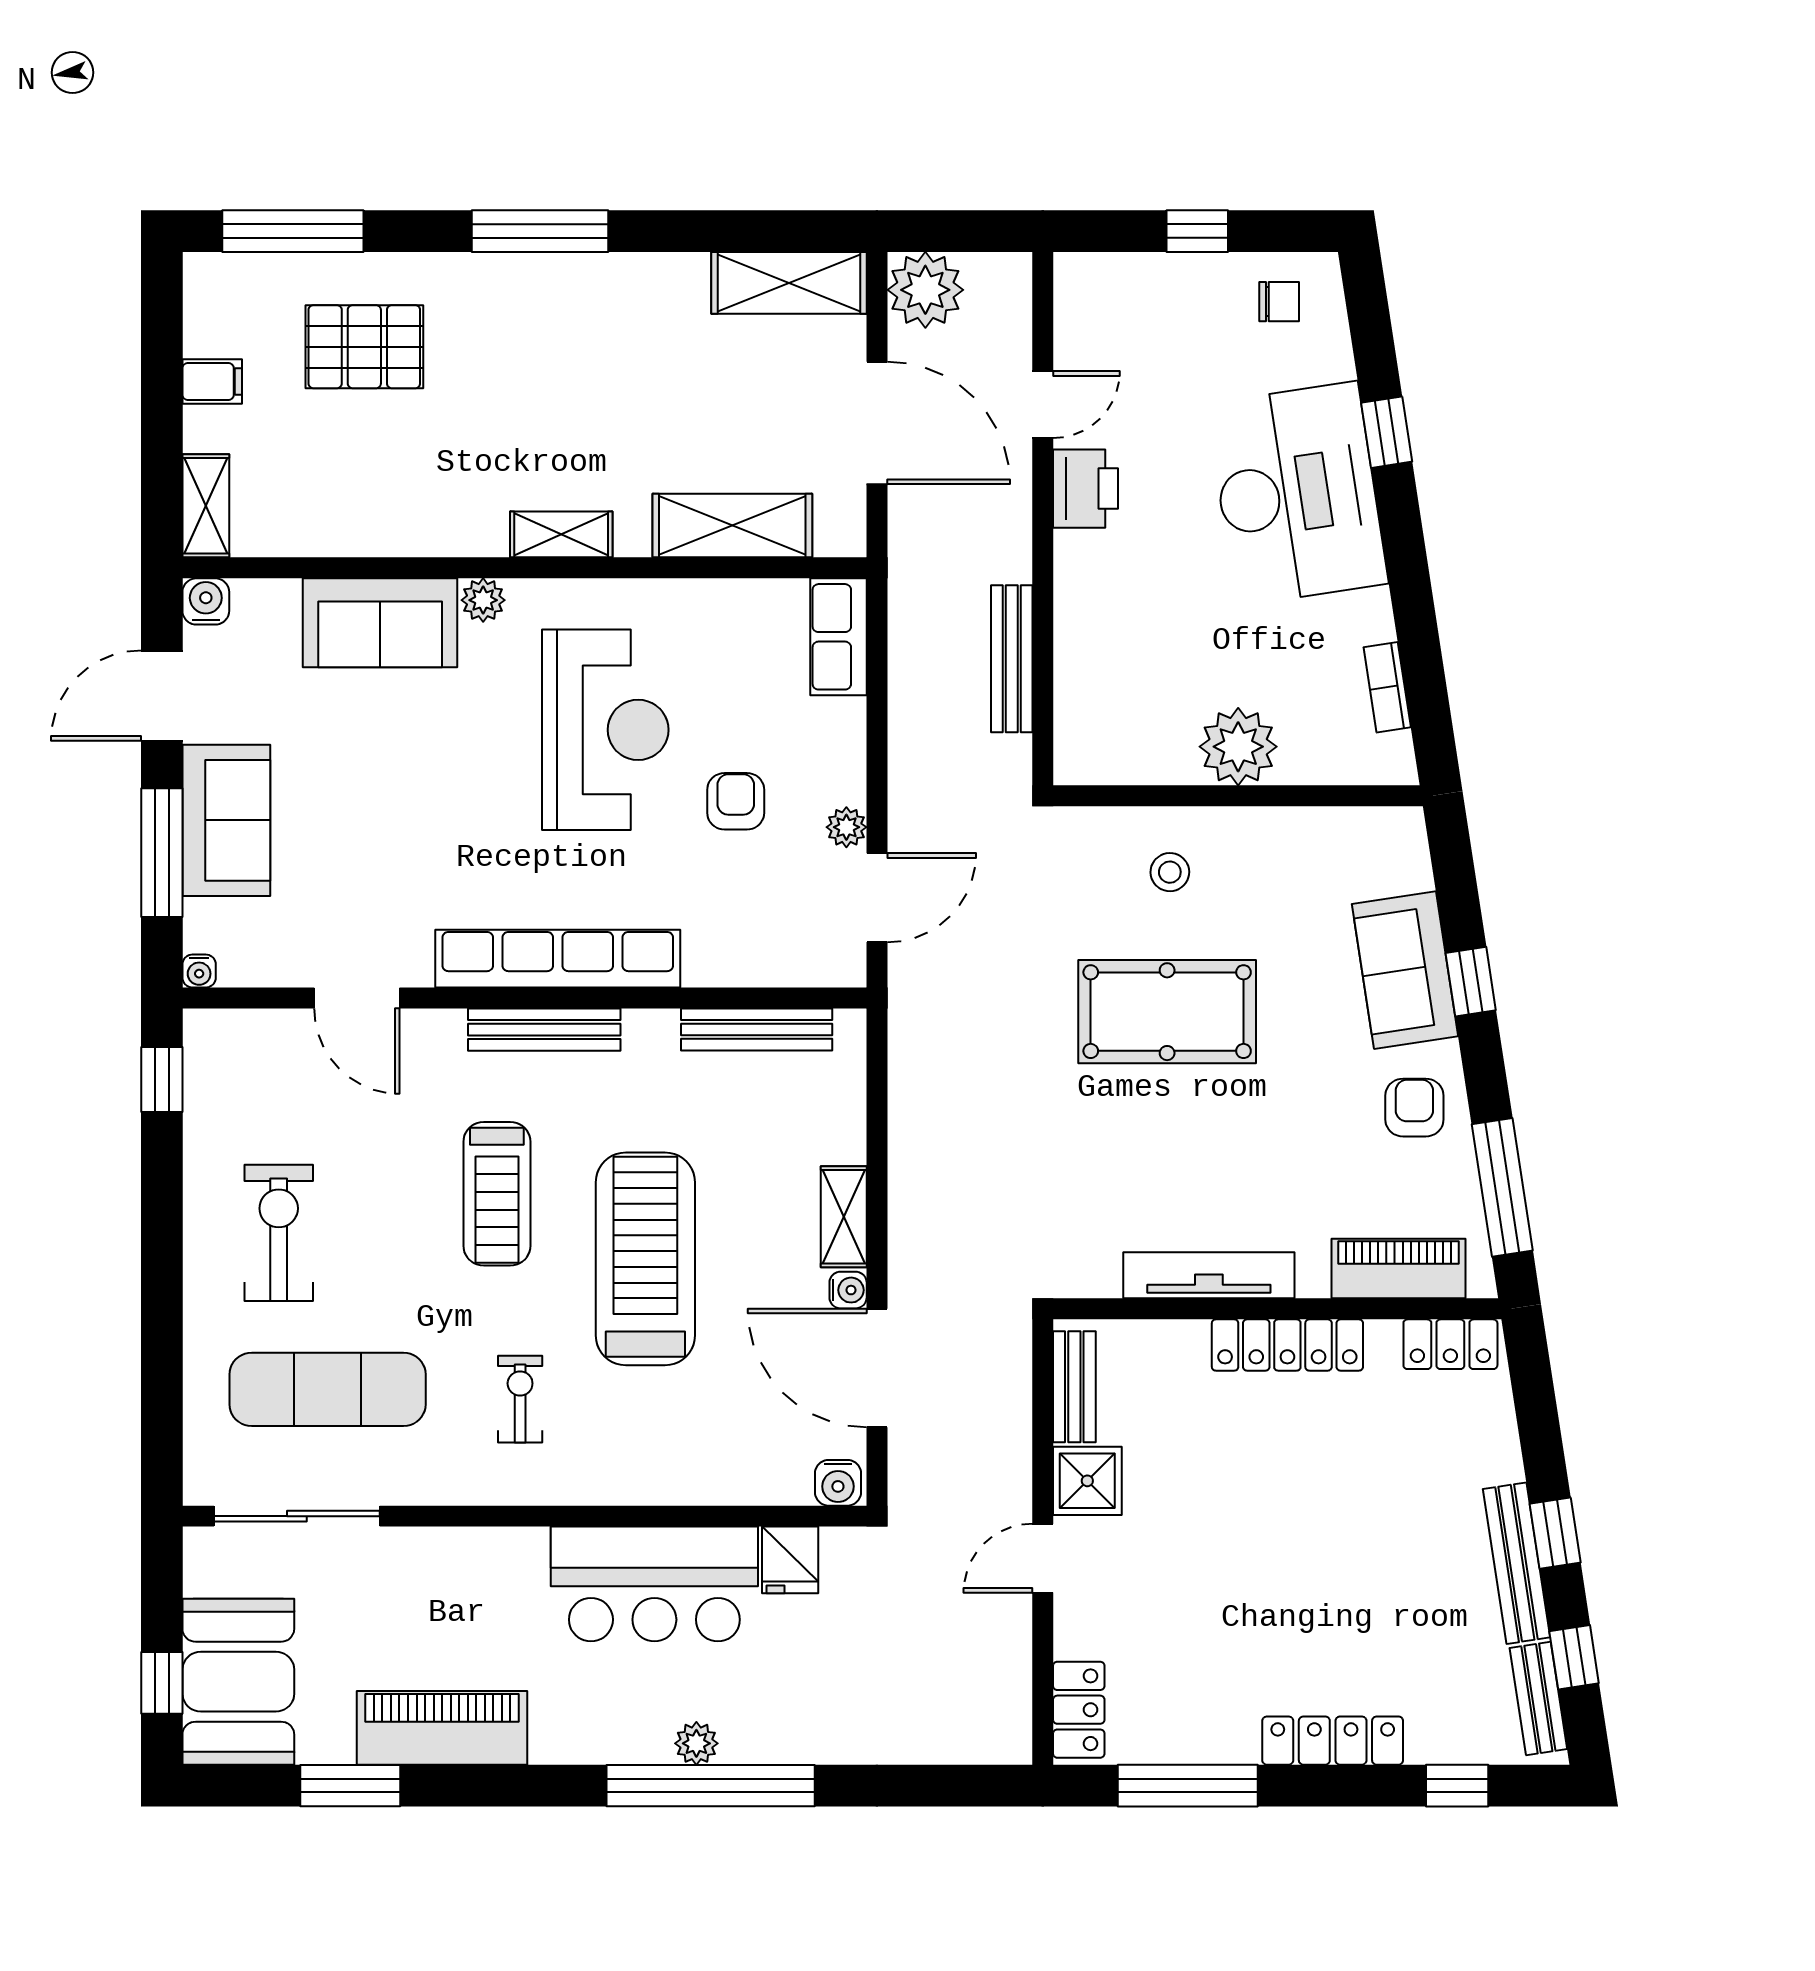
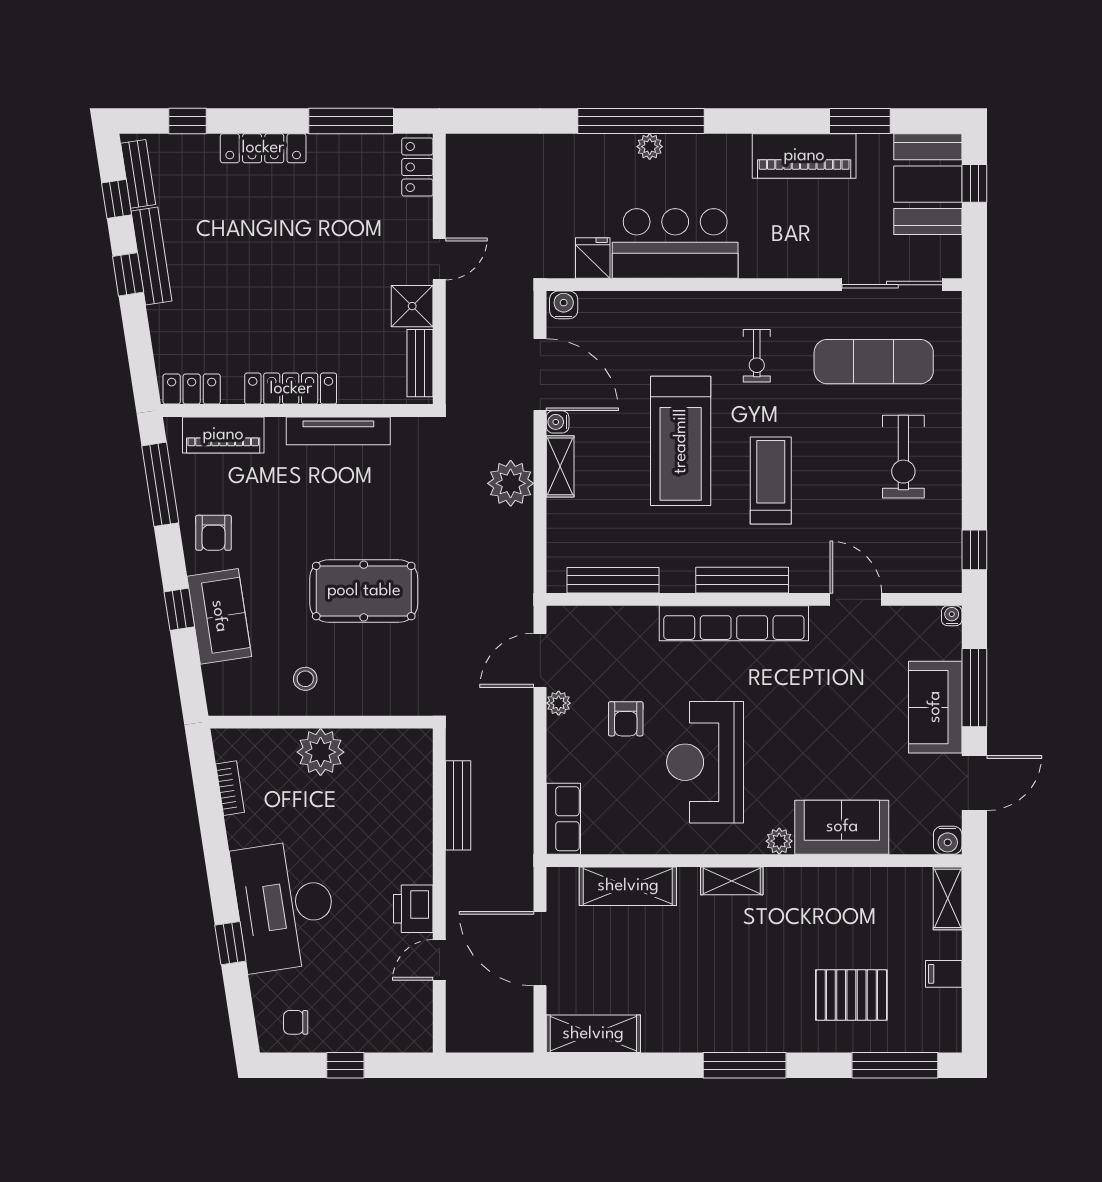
plant: (925, 290) -> (511, 483), moved
stool: (1170, 872) -> (305, 679), moved

